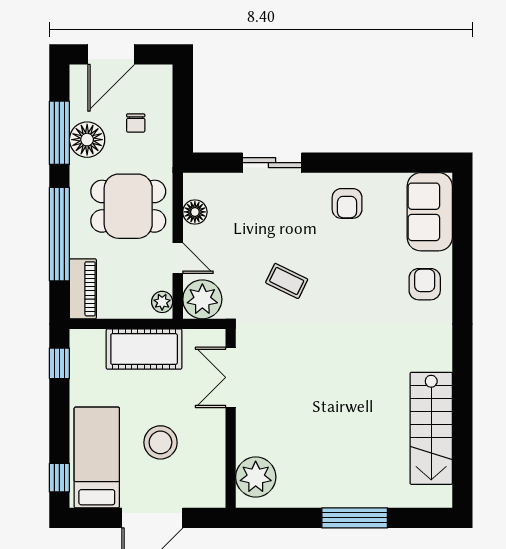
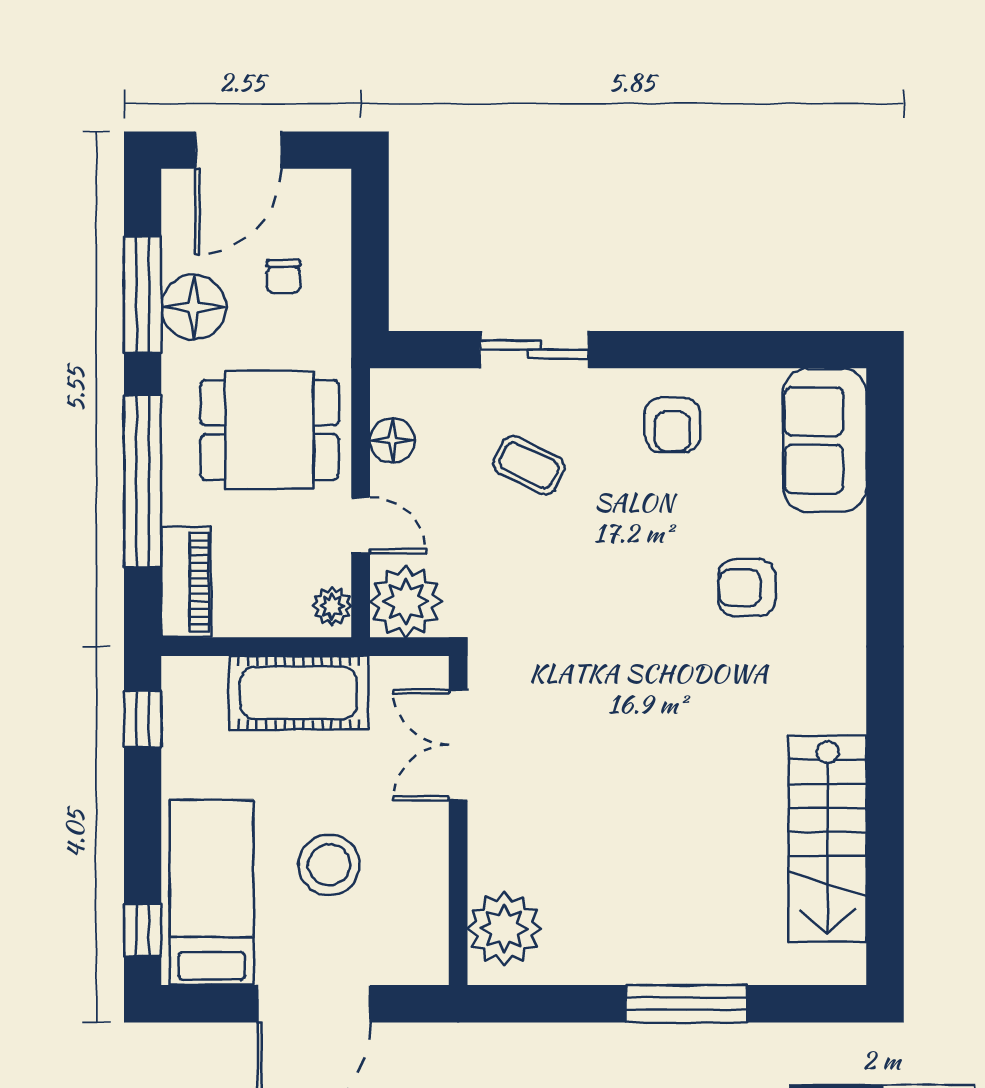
coffee table: (287, 281) -> (529, 465), moved
armchair: (425, 284) -> (747, 588), moved, turned -90

